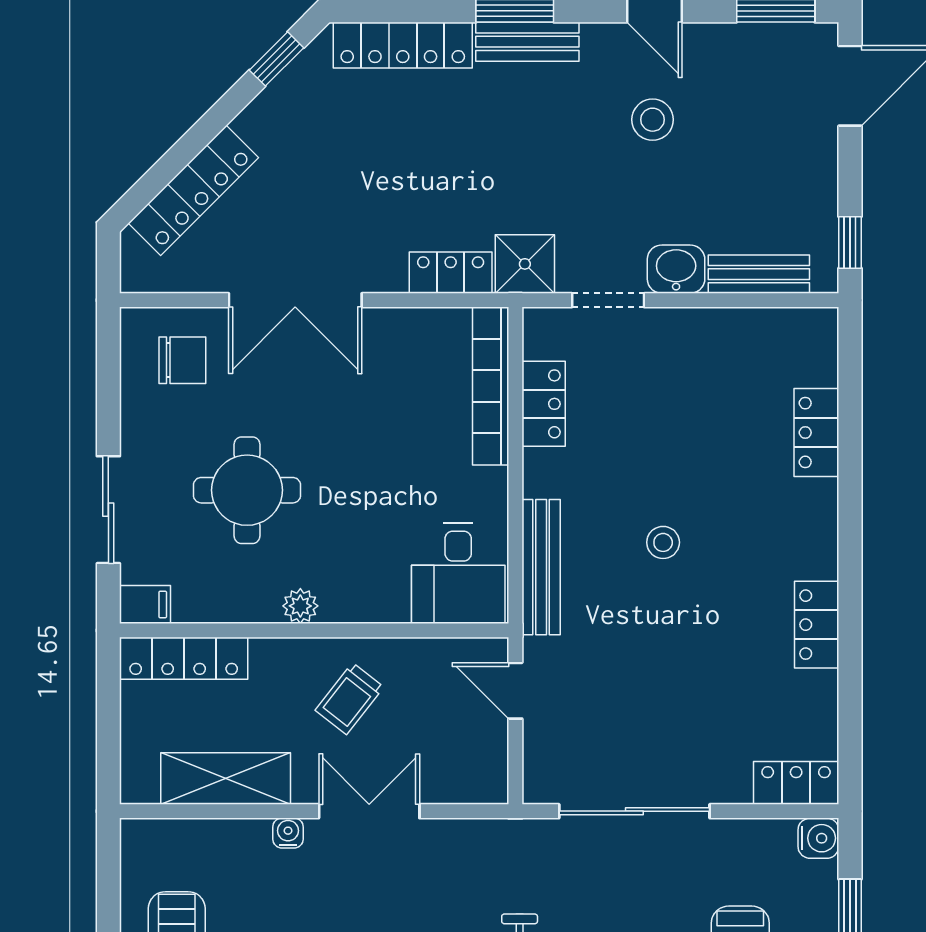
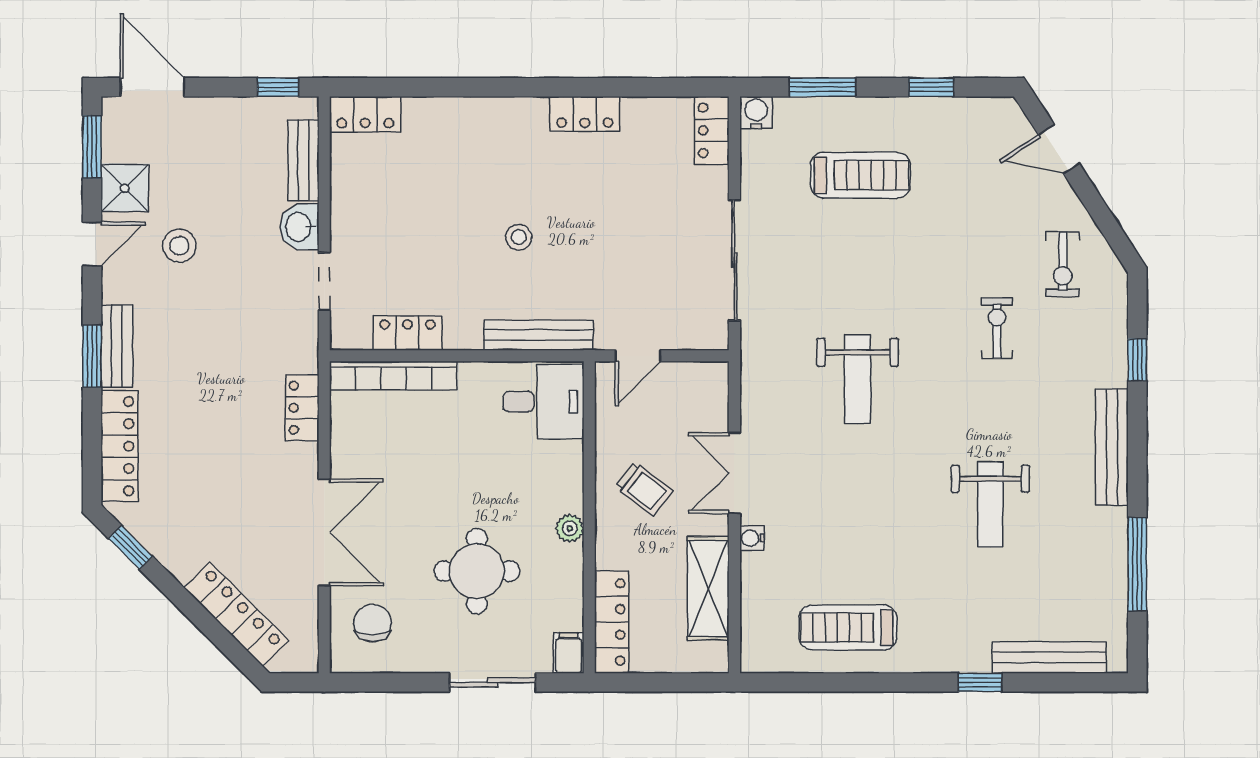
shower: (525, 264) -> (125, 188), moved
locker: (816, 433) -> (365, 114), moved

